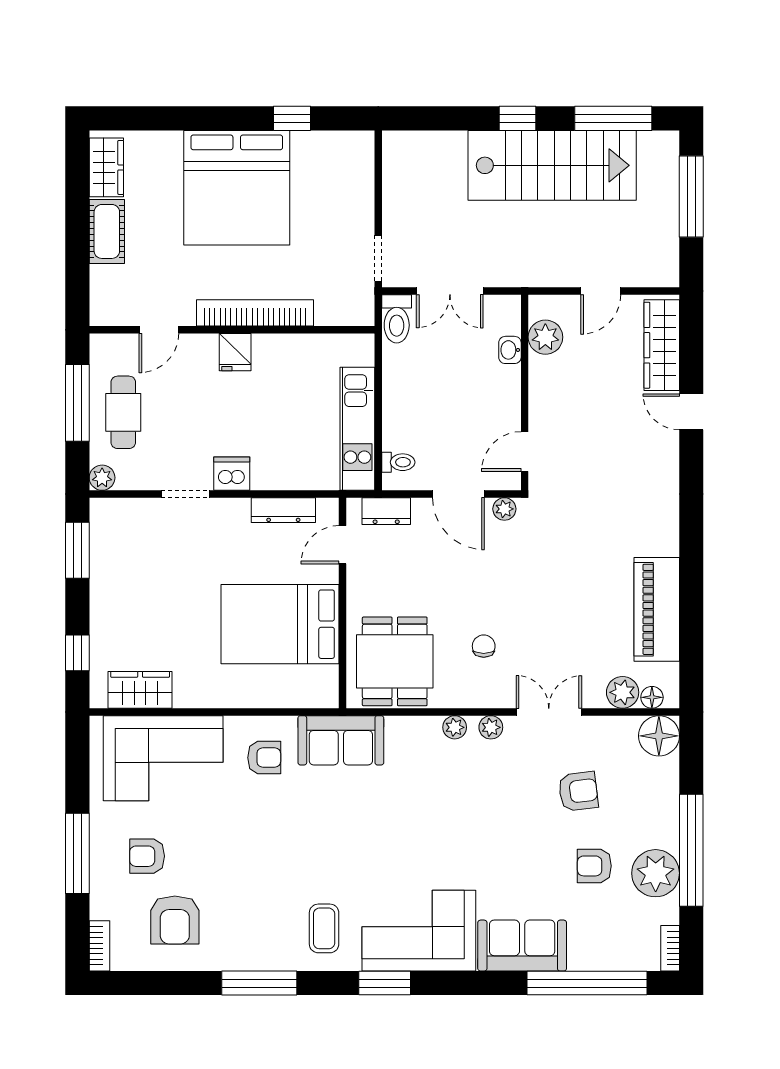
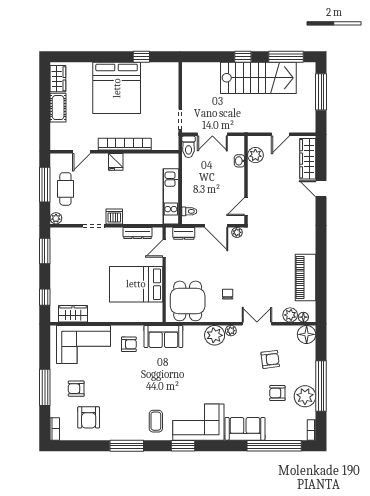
plant: (455, 727) -> (215, 335), width x1.87, depth x1.87

